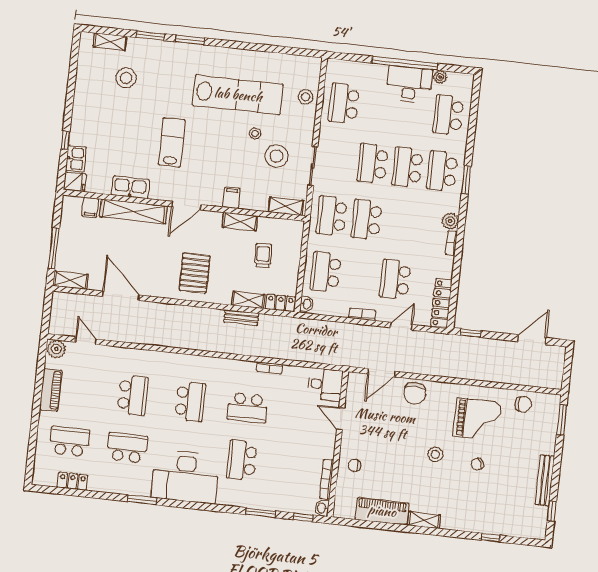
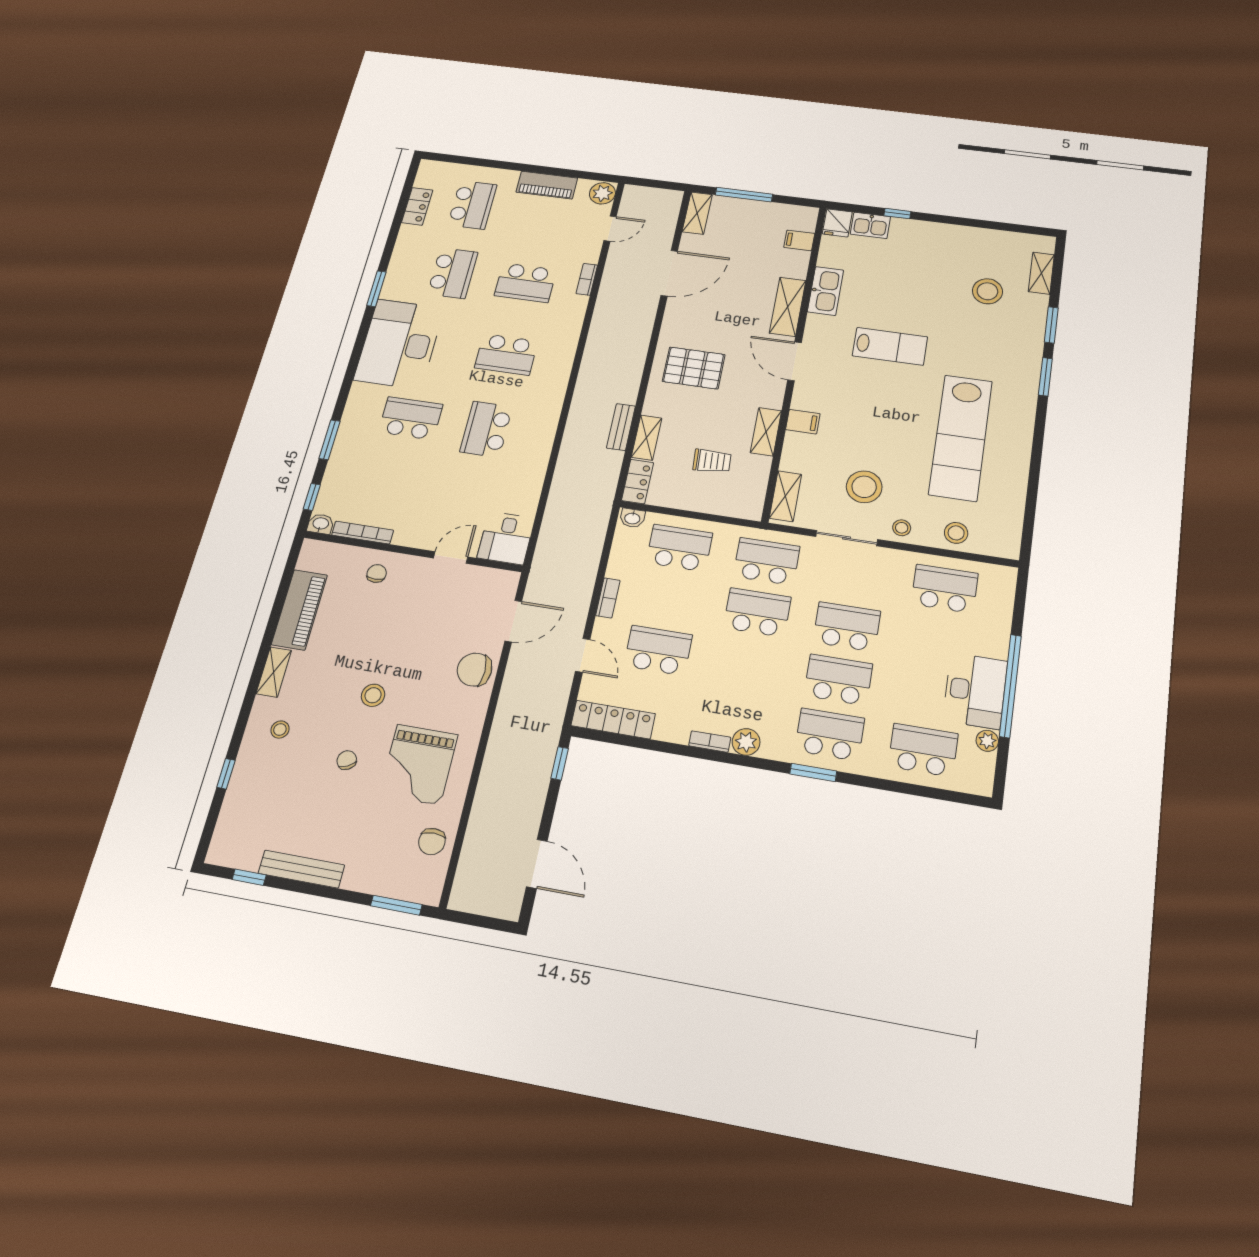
stool: (255, 134) -> (902, 528), moved
shelving: (134, 211) -> (788, 307), width x0.68
bookcase: (270, 368) -> (587, 279), moved
door: (381, 373) -> (513, 621), swing flipped
stool: (461, 509) -> (280, 730), added

